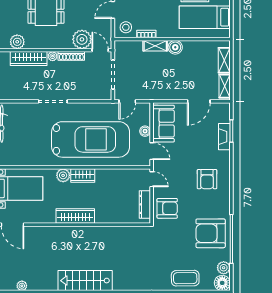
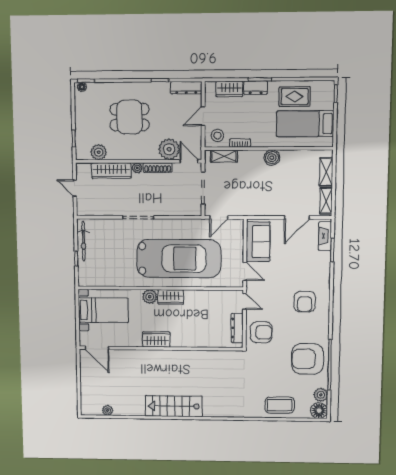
shelving: (155, 46) -> (224, 156), moved
boiler: (145, 131) -> (238, 250), removed
fireplace: (224, 137) -> (325, 236), moved
wardrobe: (75, 216) -> (156, 339), width x0.67

